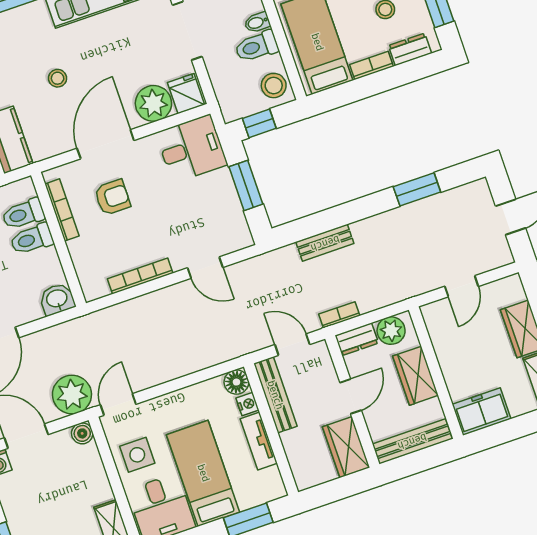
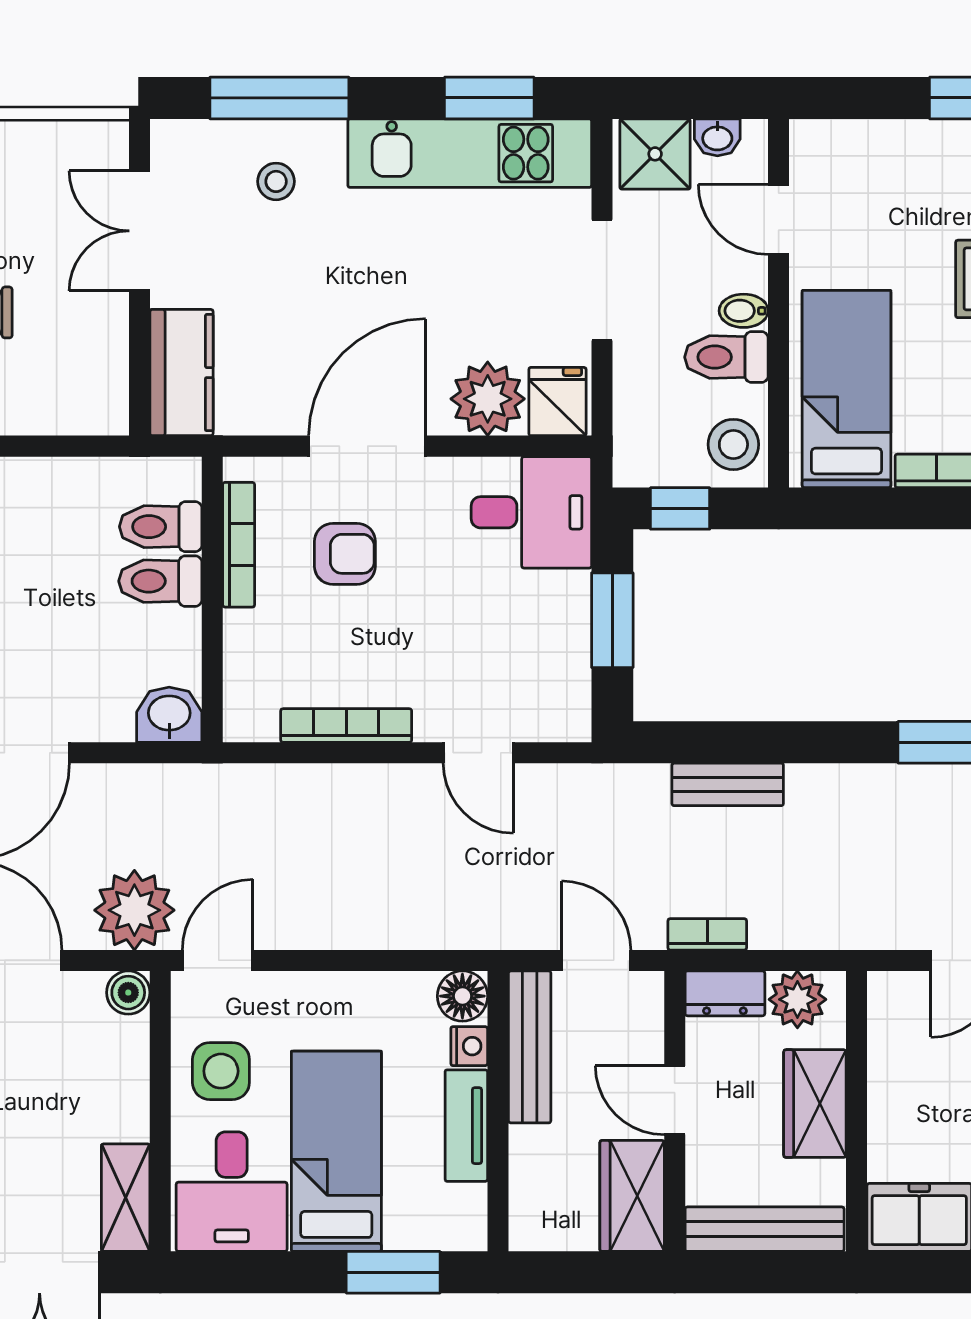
stool: (58, 78) -> (276, 181), moved
door: (351, 396) -> (675, 1100), swing flipped

